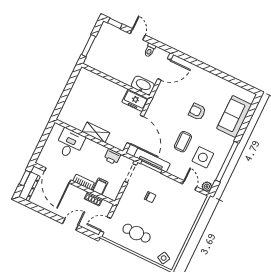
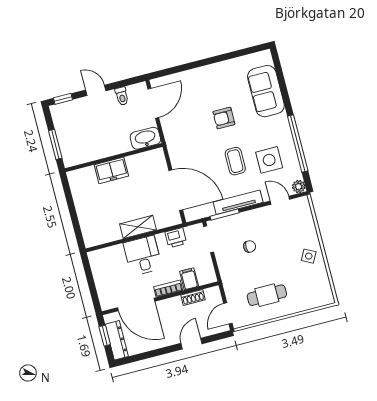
freezer: (135, 100) -> (111, 170), moved
desk: (70, 144) -> (143, 256), moved
tv unit: (152, 160) -> (238, 202), moved
side table: (164, 258) -> (309, 256), moved

